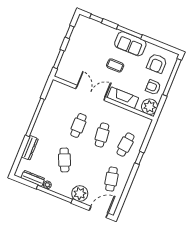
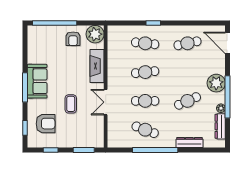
armchair: (157, 63) -> (46, 124), moved
coffee table: (115, 65) -> (71, 104), moved
double door: (91, 93) -> (106, 102), width x0.73
cafe table: (55, 116) -> (145, 130), added
plant: (80, 194) -> (216, 83), moved

